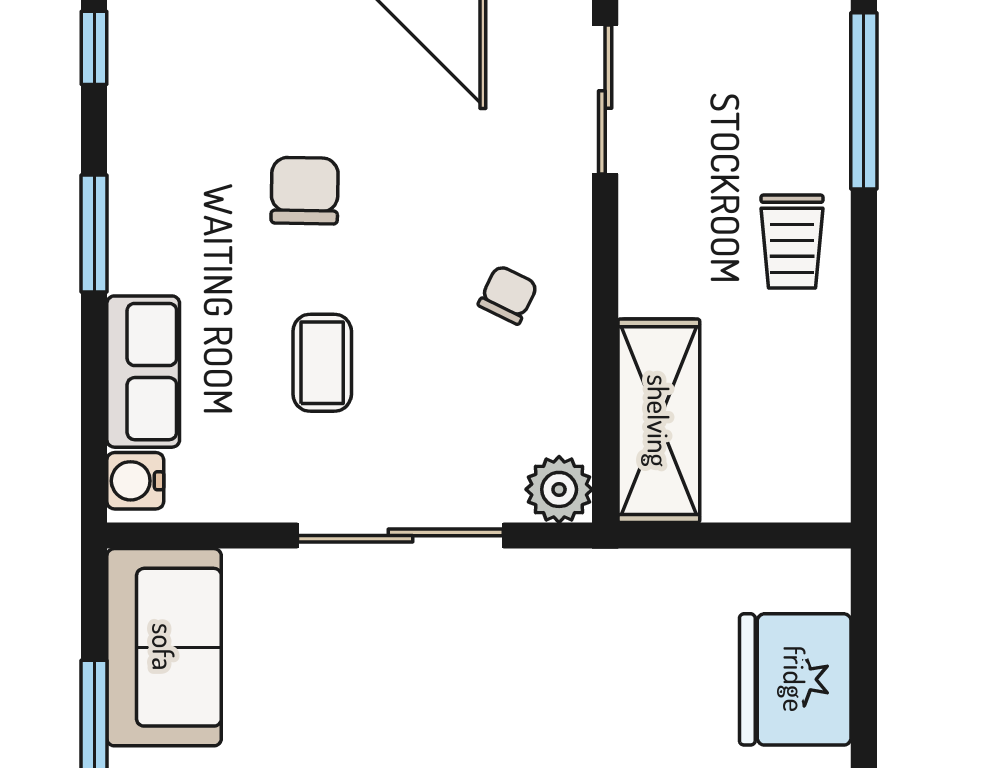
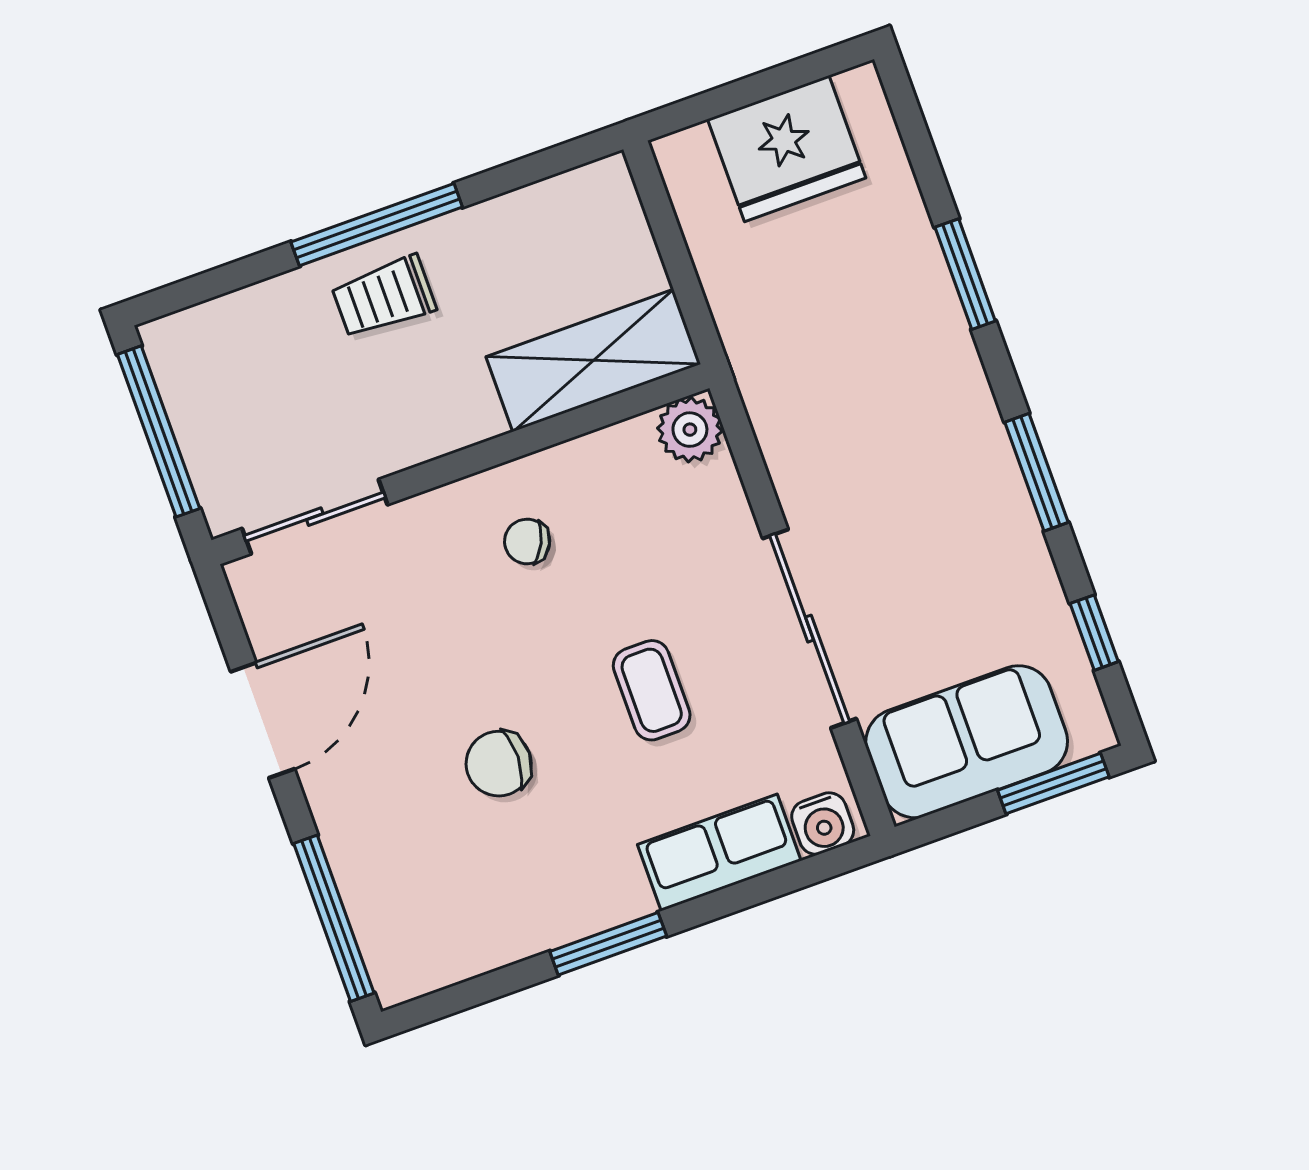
window: (94, 48) -> (437, 1005), removed
window: (864, 101) -> (377, 225), moved
trolley: (792, 242) -> (384, 297), turned 180
coffee table: (322, 363) -> (652, 690), turned 90
sliding door: (400, 536) -> (810, 629), moved

